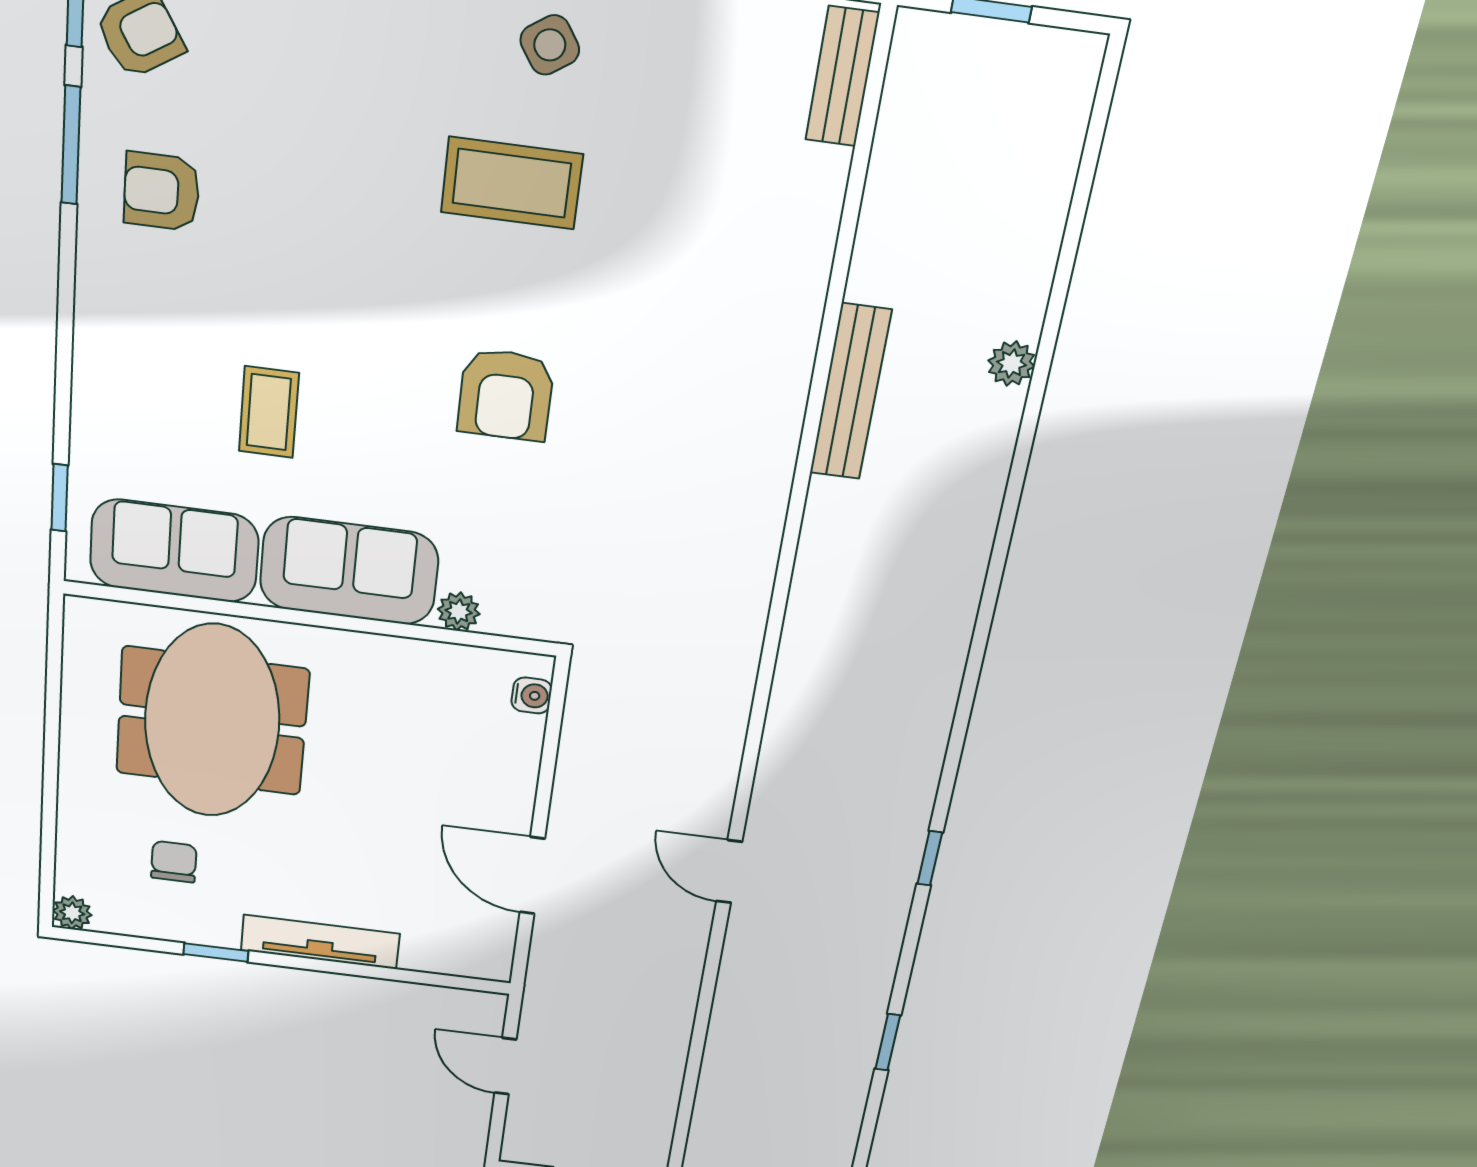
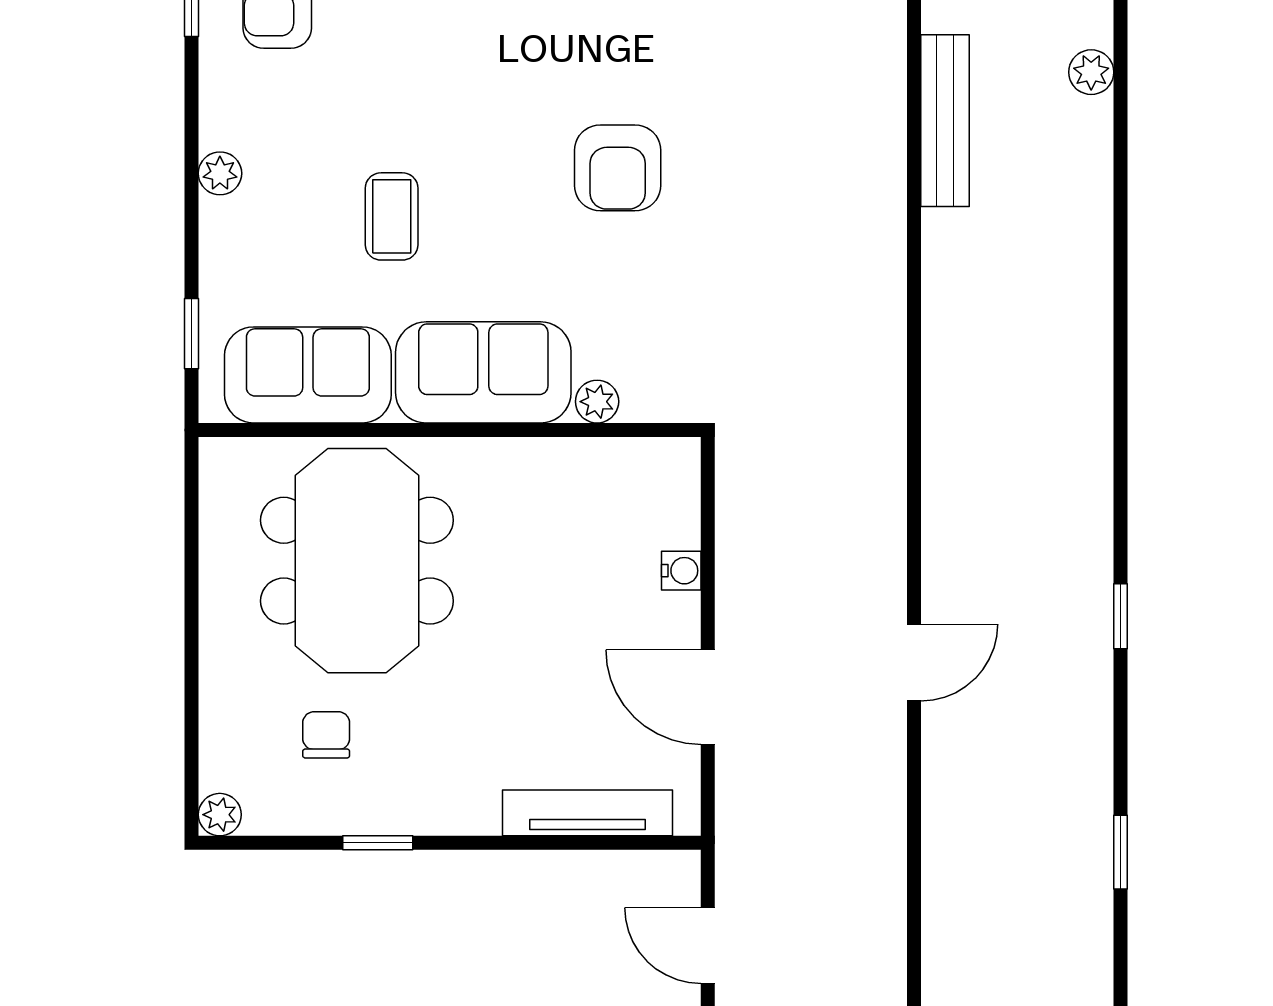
plant: (94, 347) -> (220, 173), added
water cooler: (532, 695) -> (681, 571), moved
door: (729, 872) -> (914, 662), swing flipped
tv unit: (320, 942) -> (587, 813), moved

